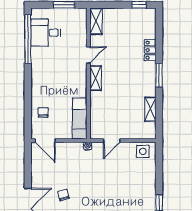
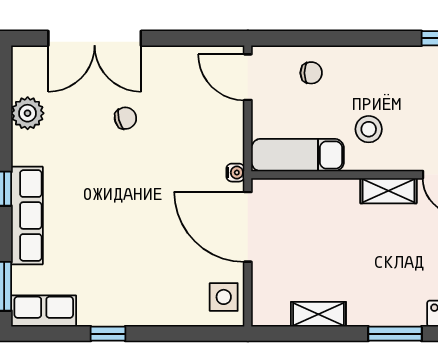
stool: (68, 87) -> (369, 129), added
door: (45, 141) -> (248, 77), hinge flipped
door: (112, 141) -> (248, 227), width x1.88

